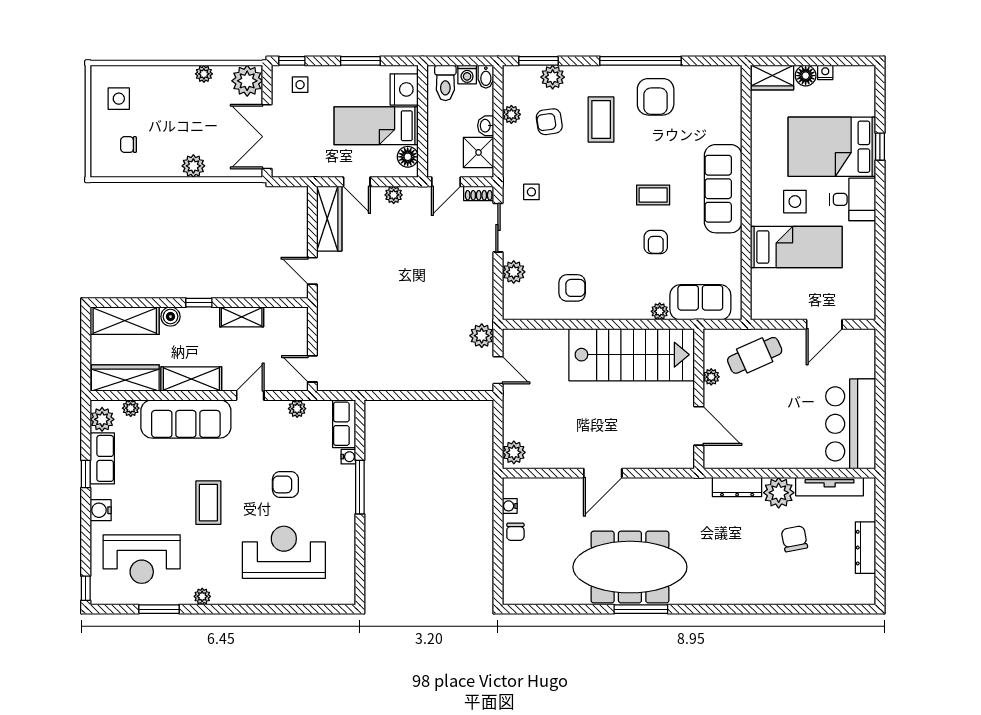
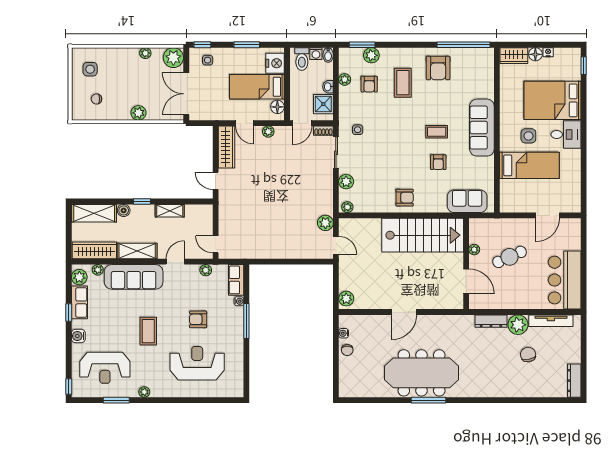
window: (641, 61) -> (463, 45), moved
armchair: (549, 122) -> (369, 84), turned -82
window: (880, 147) -> (584, 66), moved
armchair: (572, 288) -> (405, 198), moved
plant: (660, 311) -> (347, 207), moved
cafe table: (755, 355) -> (510, 257), moved
dresser: (866, 548) -> (574, 381), moved

